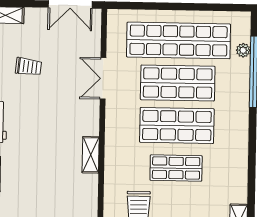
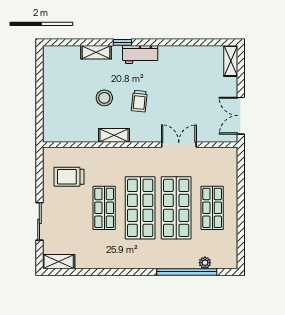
shop shelf: (179, 40) -> (212, 208), width x0.50, depth x0.74
trolley: (28, 67) -> (139, 101), moved
stool: (46, 165) -> (104, 98), added

